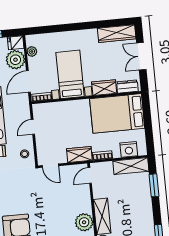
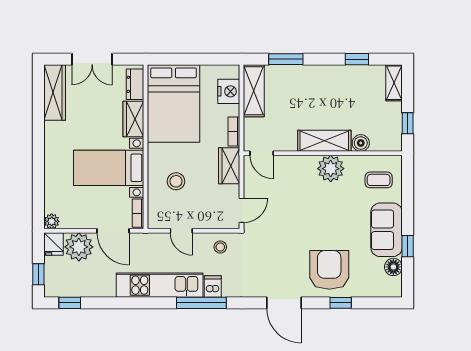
plant: (32, 51) -> (52, 221), moved
stool: (65, 120) -> (176, 181), added

